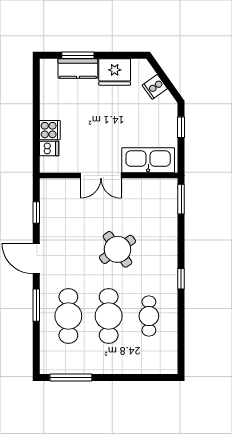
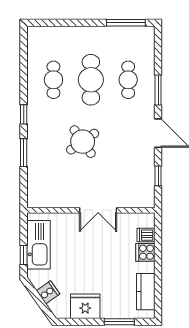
kitchen counter: (78, 69) -> (146, 292), moved, turned -90
kitchen sink: (148, 160) -> (38, 245), moved, turned -90
double door: (101, 175) -> (98, 210), swing flipped
window: (181, 199) -> (24, 153), moved
cafe table: (68, 316) -> (128, 80), width x0.73, depth x0.74

